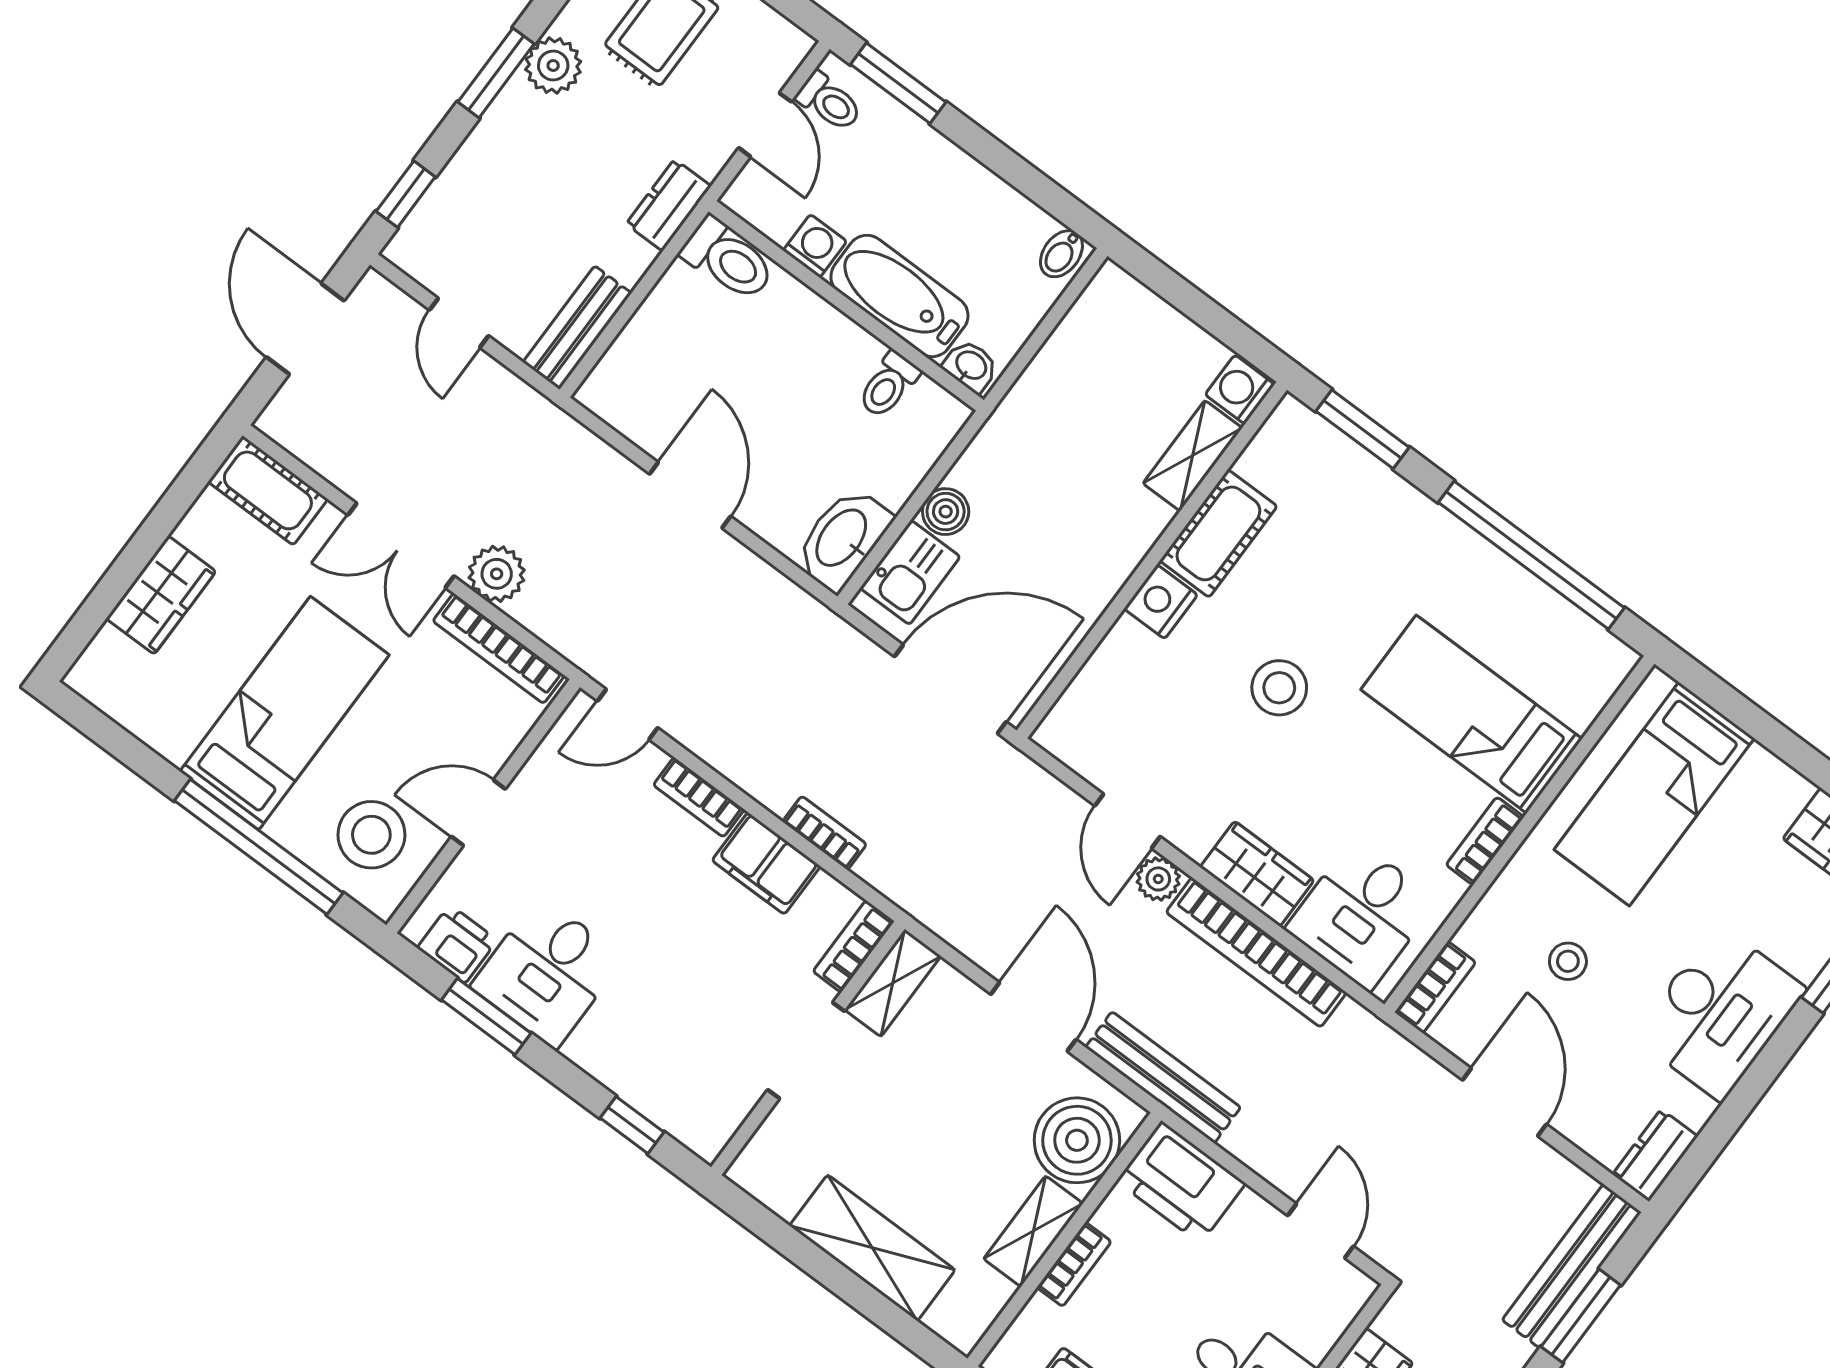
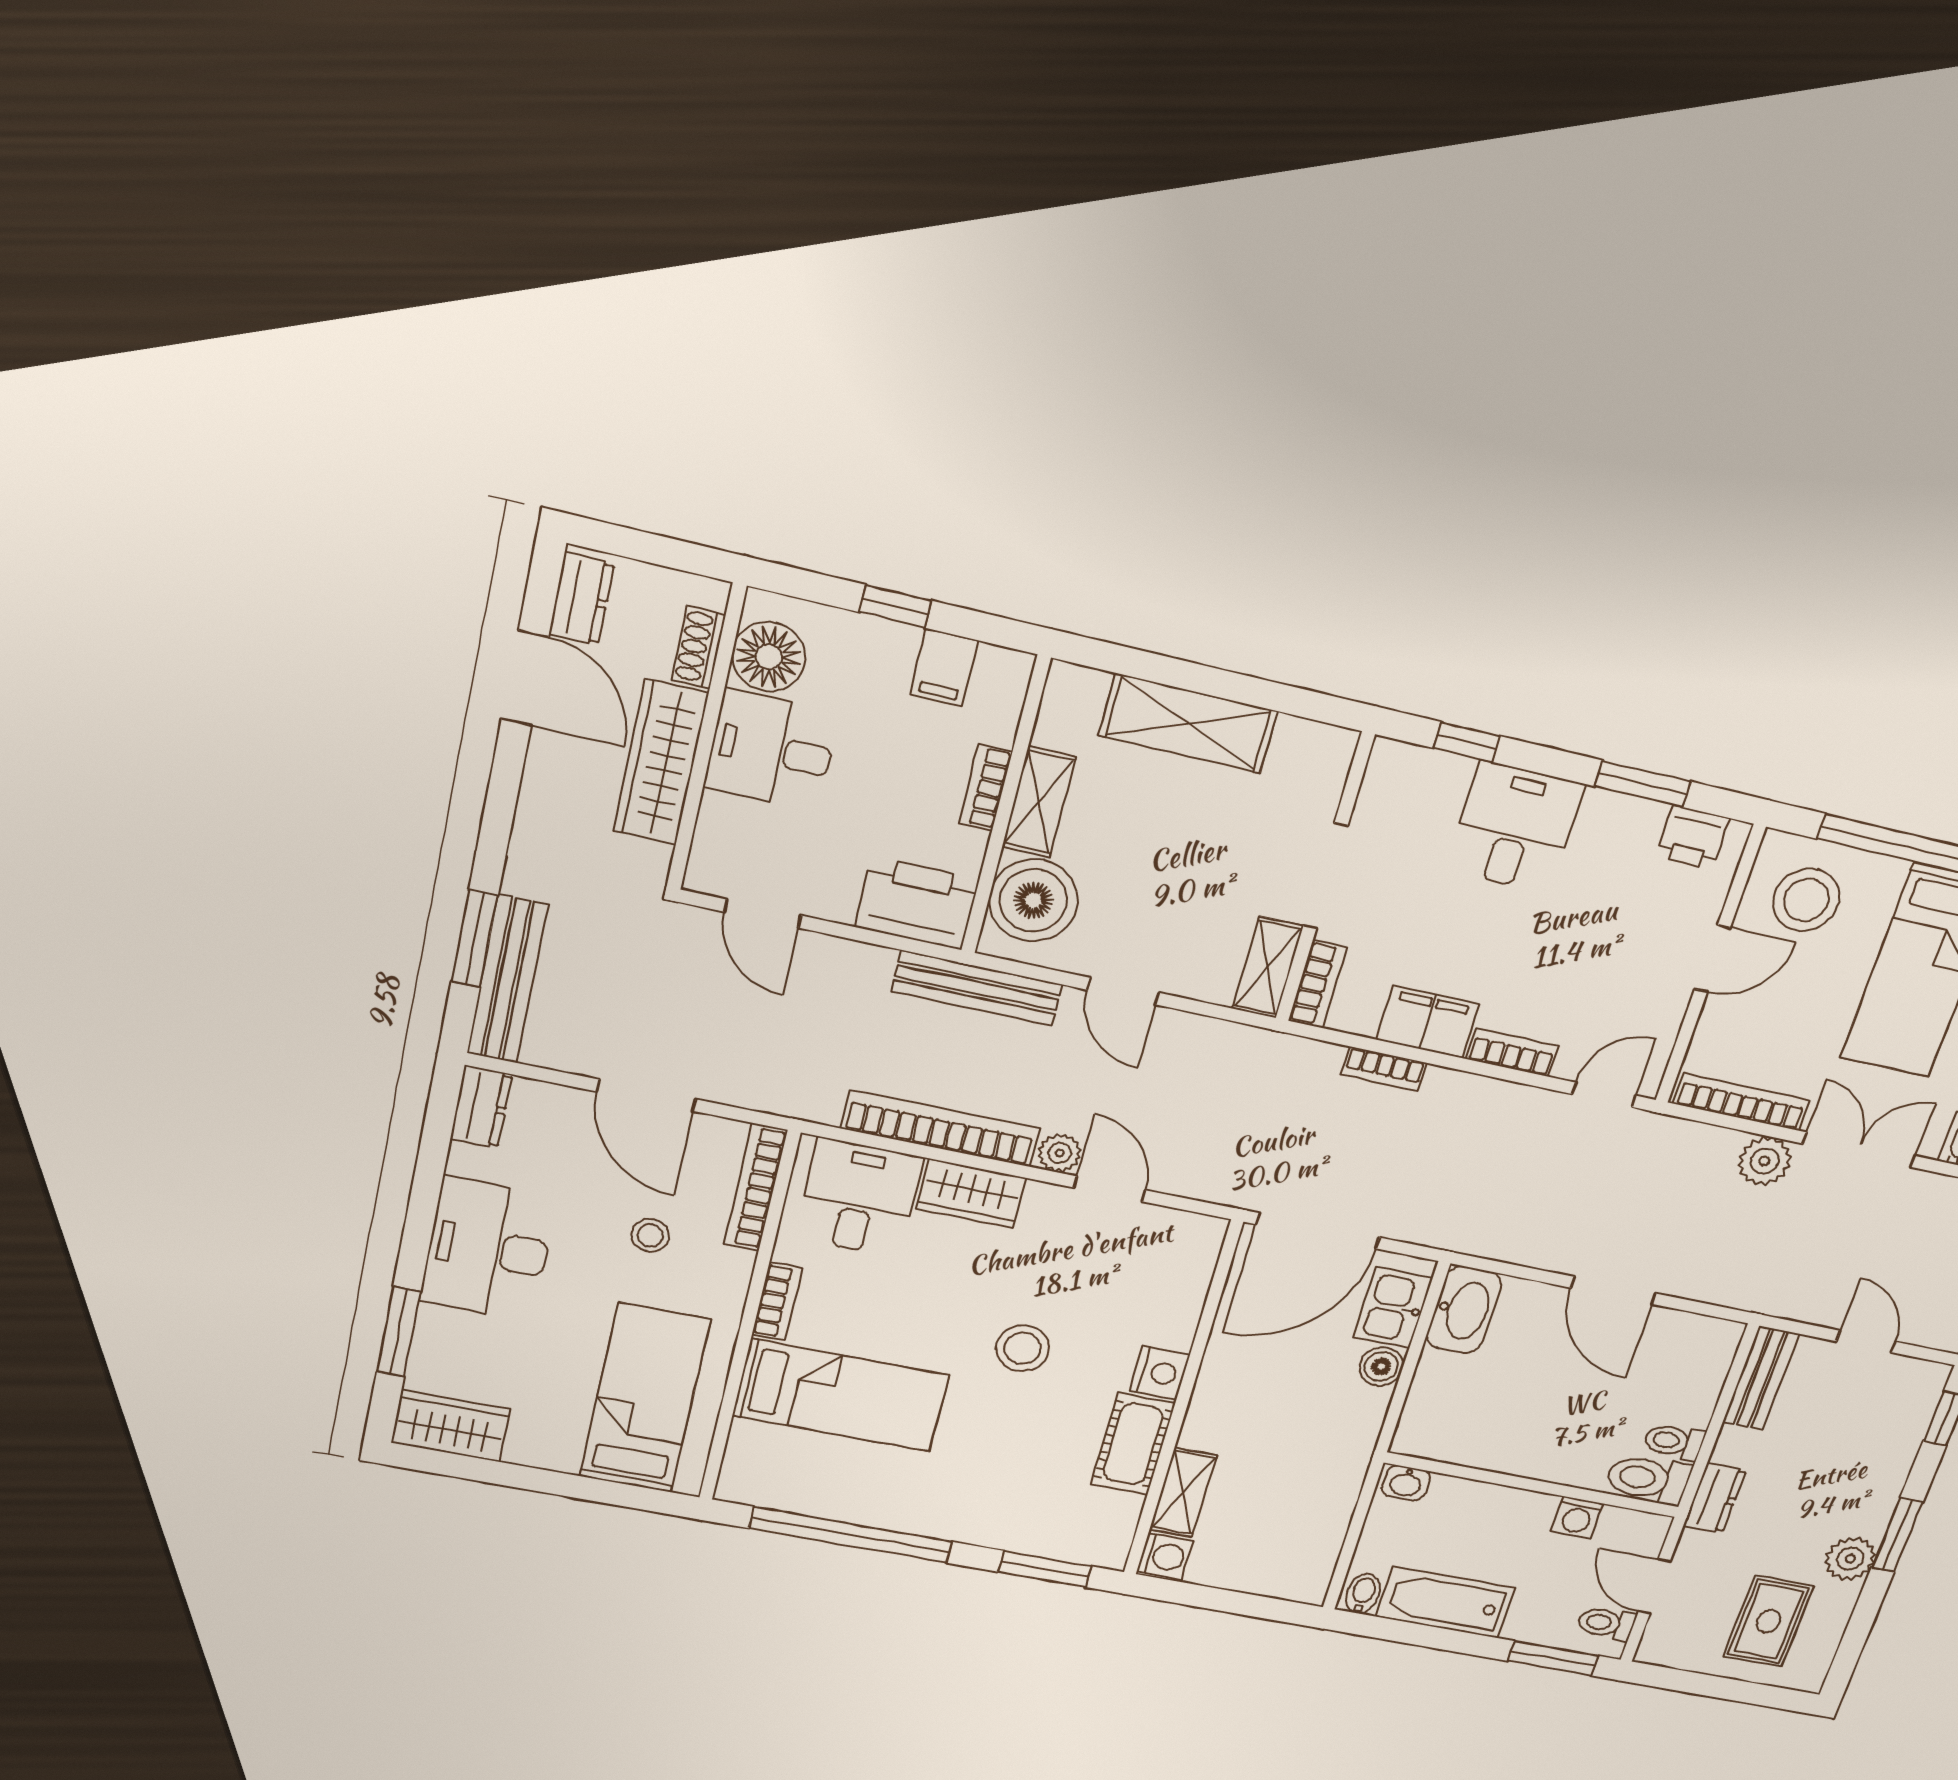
bathtub: (899, 296) -> (1445, 1602), moved, turned 180
toilet: (889, 385) -> (1674, 1441), moved, turned -90
desk: (547, 972) -> (1515, 827), moved
bookcase: (1435, 987) -> (756, 1188), width x1.56
door: (1033, 1017) -> (1123, 991), width x0.73

